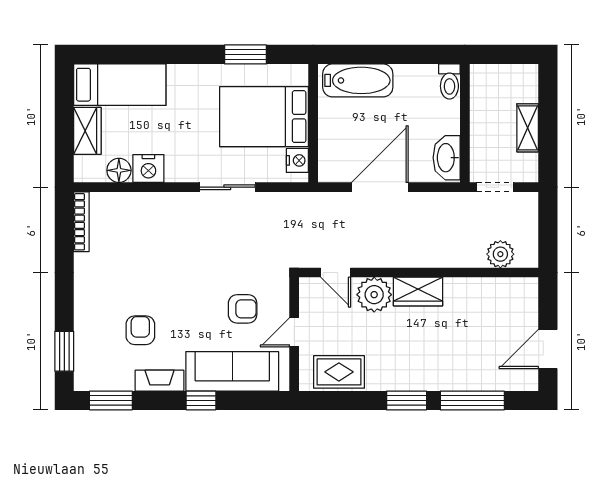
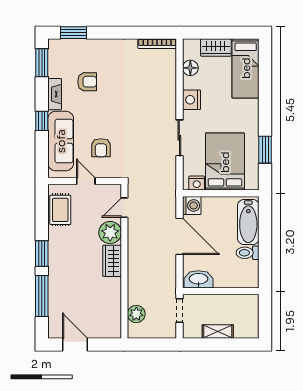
toilet: (449, 82) -> (248, 253), moved
washing machine: (332, 168) -> (192, 205), added
nightstand: (148, 169) -> (191, 100), moved

